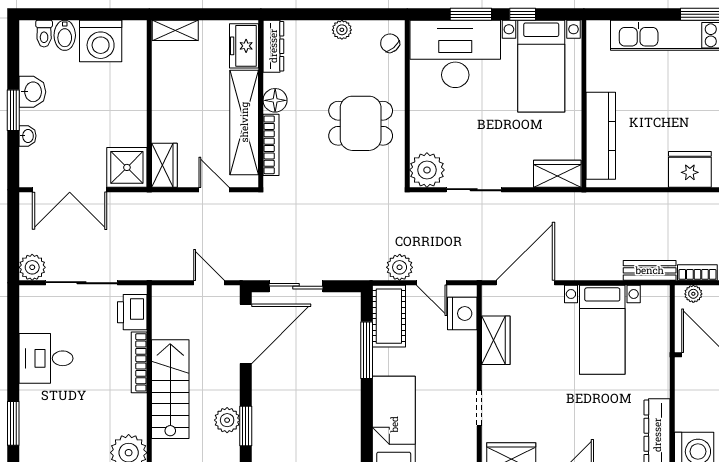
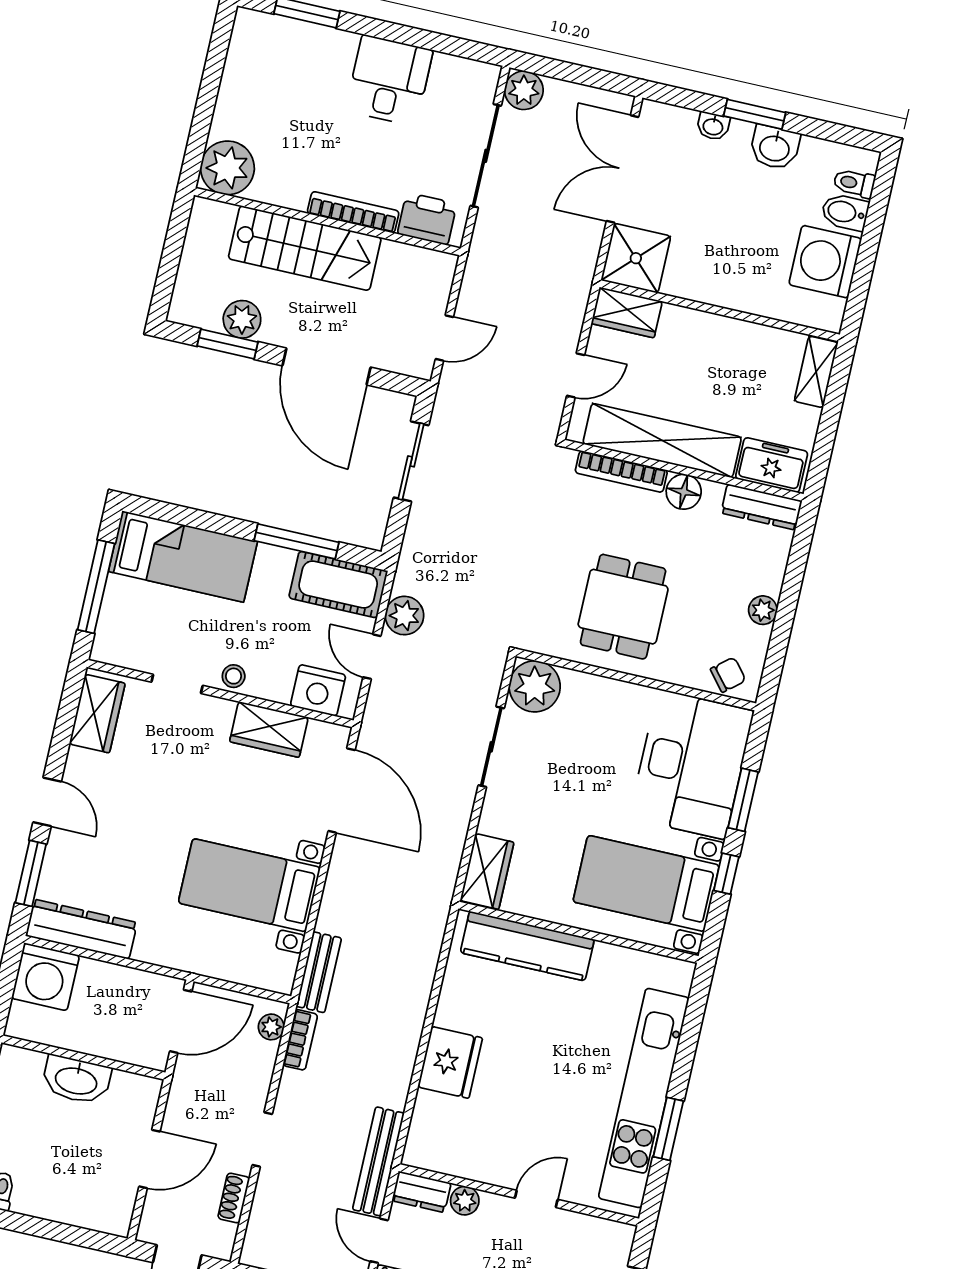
door: (432, 283) -> (372, 657), hinge flipped
door: (246, 334) -> (327, 367), moved
stool: (466, 372) -> (234, 676), added

